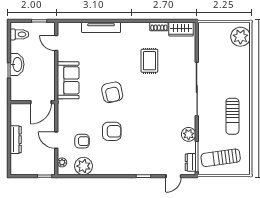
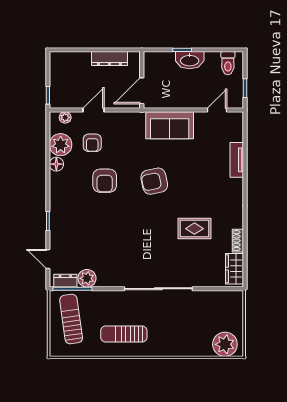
tv unit: (101, 27) -> (237, 160), width x0.71
door: (41, 102) -> (142, 91), hinge flipped
plant: (189, 134) -> (87, 278), moved
dresser: (16, 140) -> (109, 59), moved
floor lamp: (99, 169) -> (56, 164), added

